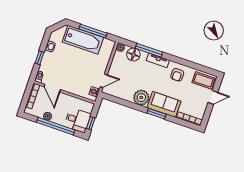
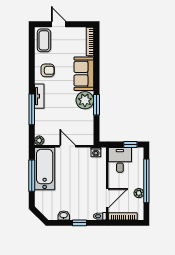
bathtub: (83, 40) -> (45, 169), moved
floor lamp: (133, 55) -> (42, 124), removed
door: (104, 81) -> (68, 146), moved
window: (157, 114) -> (96, 105), moved
desk: (77, 120) -> (120, 160), moved

